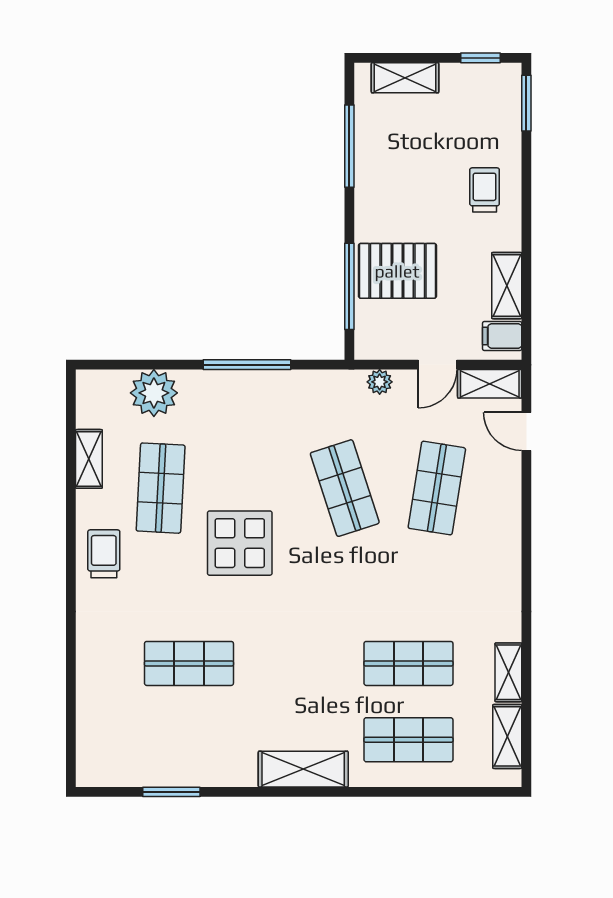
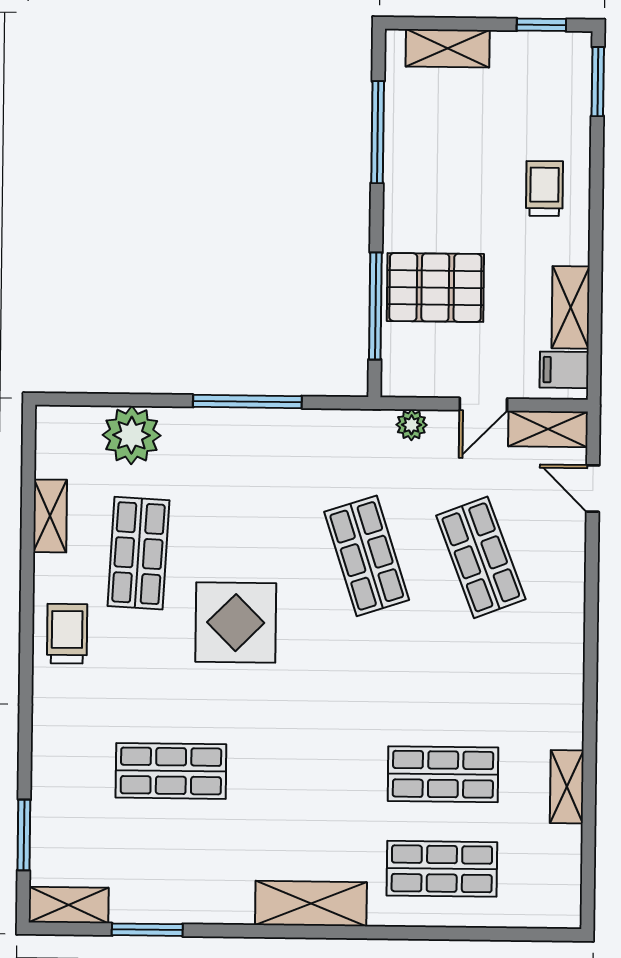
shop shelf: (437, 488) -> (481, 557), turned -30
window: (71, 717) -> (24, 835), added
shelving: (507, 736) -> (69, 905), moved, turned 90

